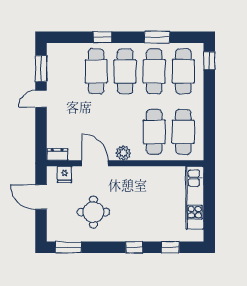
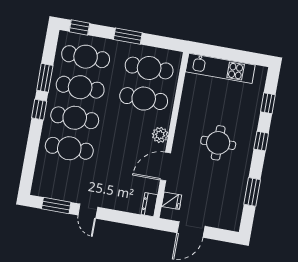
window: (103, 37) -> (39, 110), moved
window: (209, 107) -> (128, 36), added
round table: (93, 212) -> (218, 143), moved
window: (68, 247) -> (252, 192), moved

